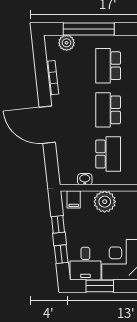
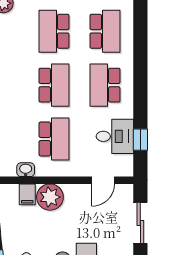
school desk: (108, 110) -> (54, 85), turned 180
filing cabinet: (74, 199) -> (27, 194), moved

